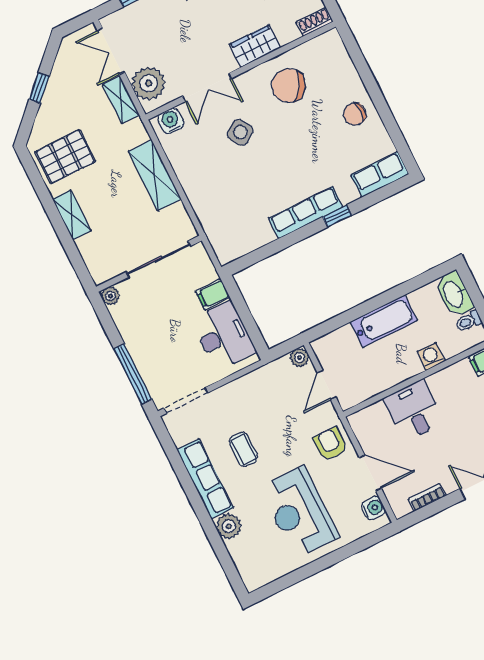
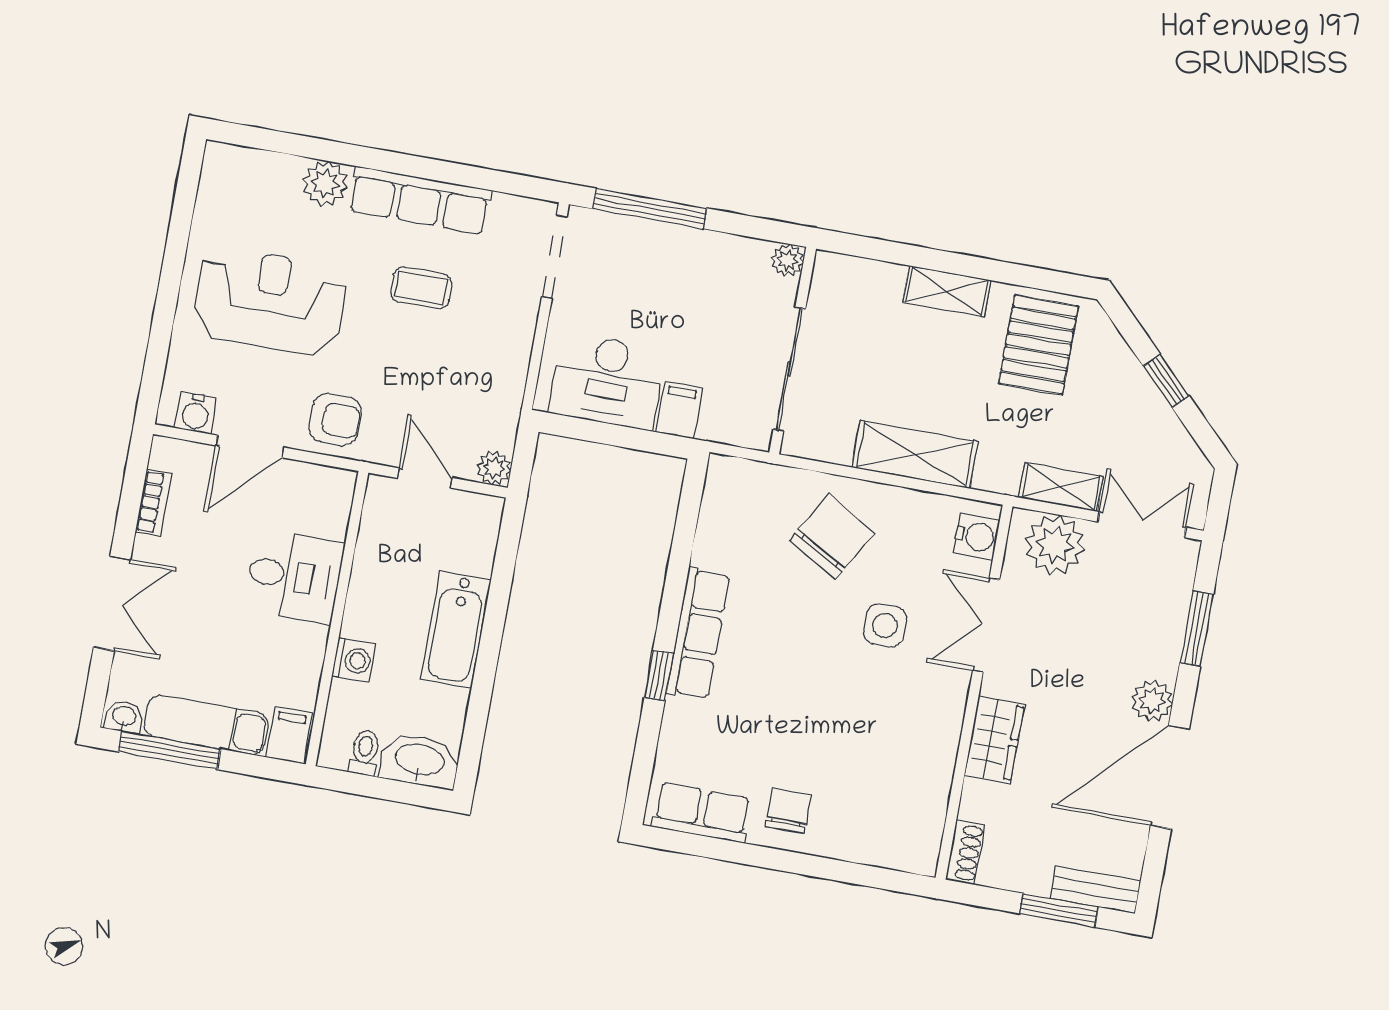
chair: (289, 86) -> (832, 537), moved
side table: (240, 132) -> (885, 625), turned 34
row of seats: (380, 175) -> (701, 813), moved, turned -90

